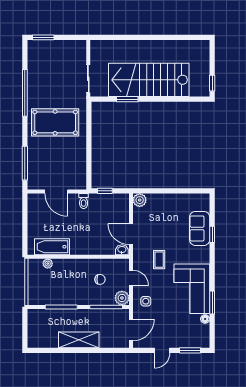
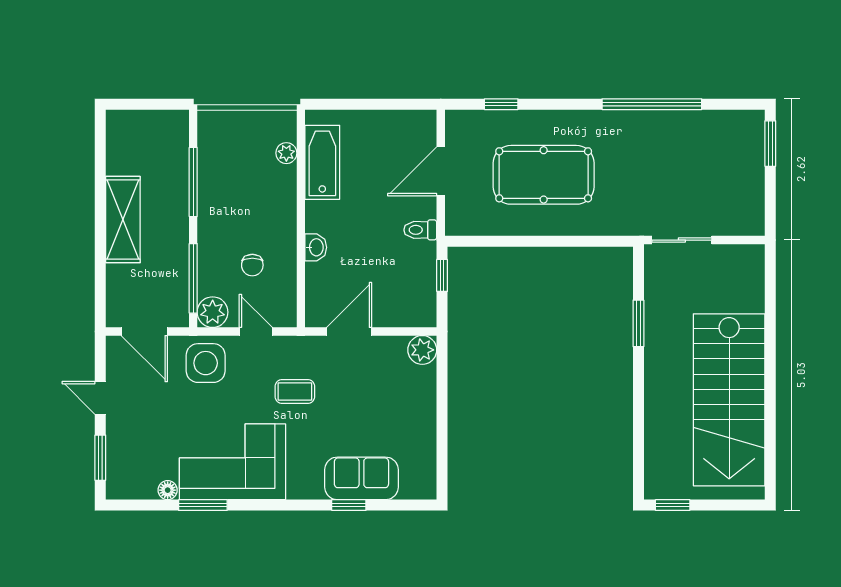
stairs: (149, 80) -> (729, 400), moved, turned 180
pool table: (55, 122) -> (544, 175), moved, turned 90
window: (25, 163) -> (501, 104), width x0.46
washbasin: (122, 250) -> (316, 247), moved
door: (131, 278) -> (256, 331), swing flipped
side table: (146, 301) -> (206, 363), width x1.87, depth x1.87

